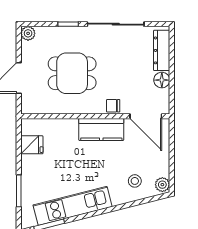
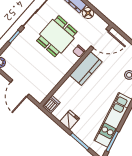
dining table: (72, 73) -> (57, 36), moved
dishwasher: (31, 126) -> (51, 104), added
fridge: (32, 145) -> (70, 120), moved

